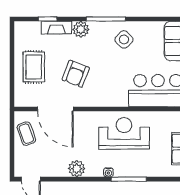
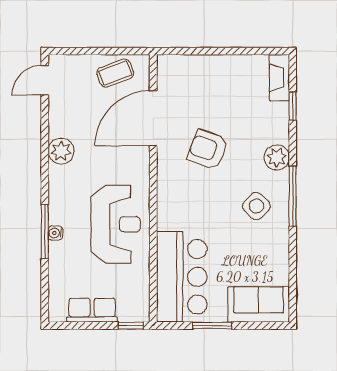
fireplace: (57, 28) -> (279, 78), moved
side table: (124, 39) -> (256, 206), moved
rug: (34, 67) -> (218, 85), removed
water cooler: (108, 172) -> (55, 233), moved

